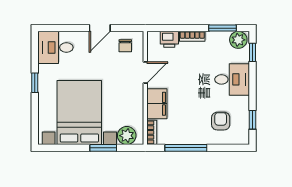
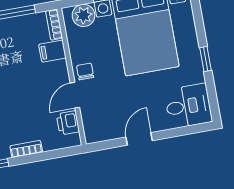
printer: (169, 39) -> (68, 123), moved, turned -90
chair: (125, 46) -> (85, 72), moved
filing cabinet: (157, 104) -> (52, 51), width x0.50

